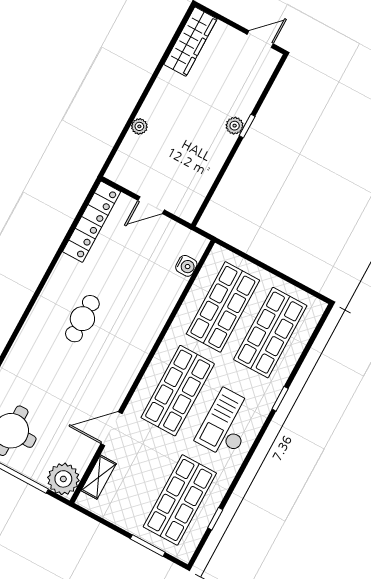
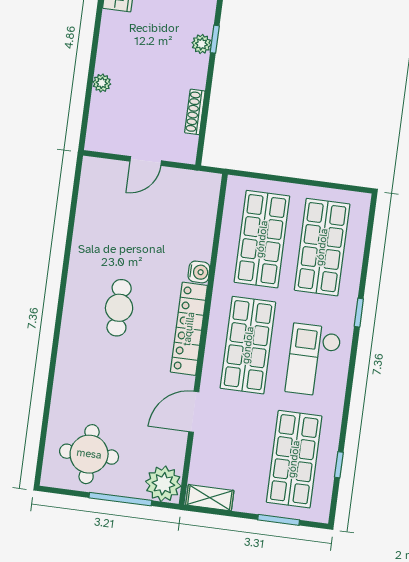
shoe rack: (208, 180) -> (195, 112), added
locker: (92, 222) -> (189, 329), moved, turned 180
water cooler: (186, 266) -> (199, 272), moved
shelving: (99, 477) -> (210, 498), moved, turned 90

